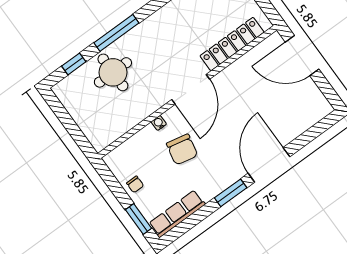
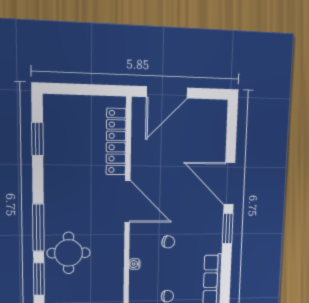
window: (74, 64) -> (39, 279), width x1.50
water cooler: (159, 123) -> (135, 264), moved
chair: (182, 149) -> (168, 242), width x0.54, depth x0.54

